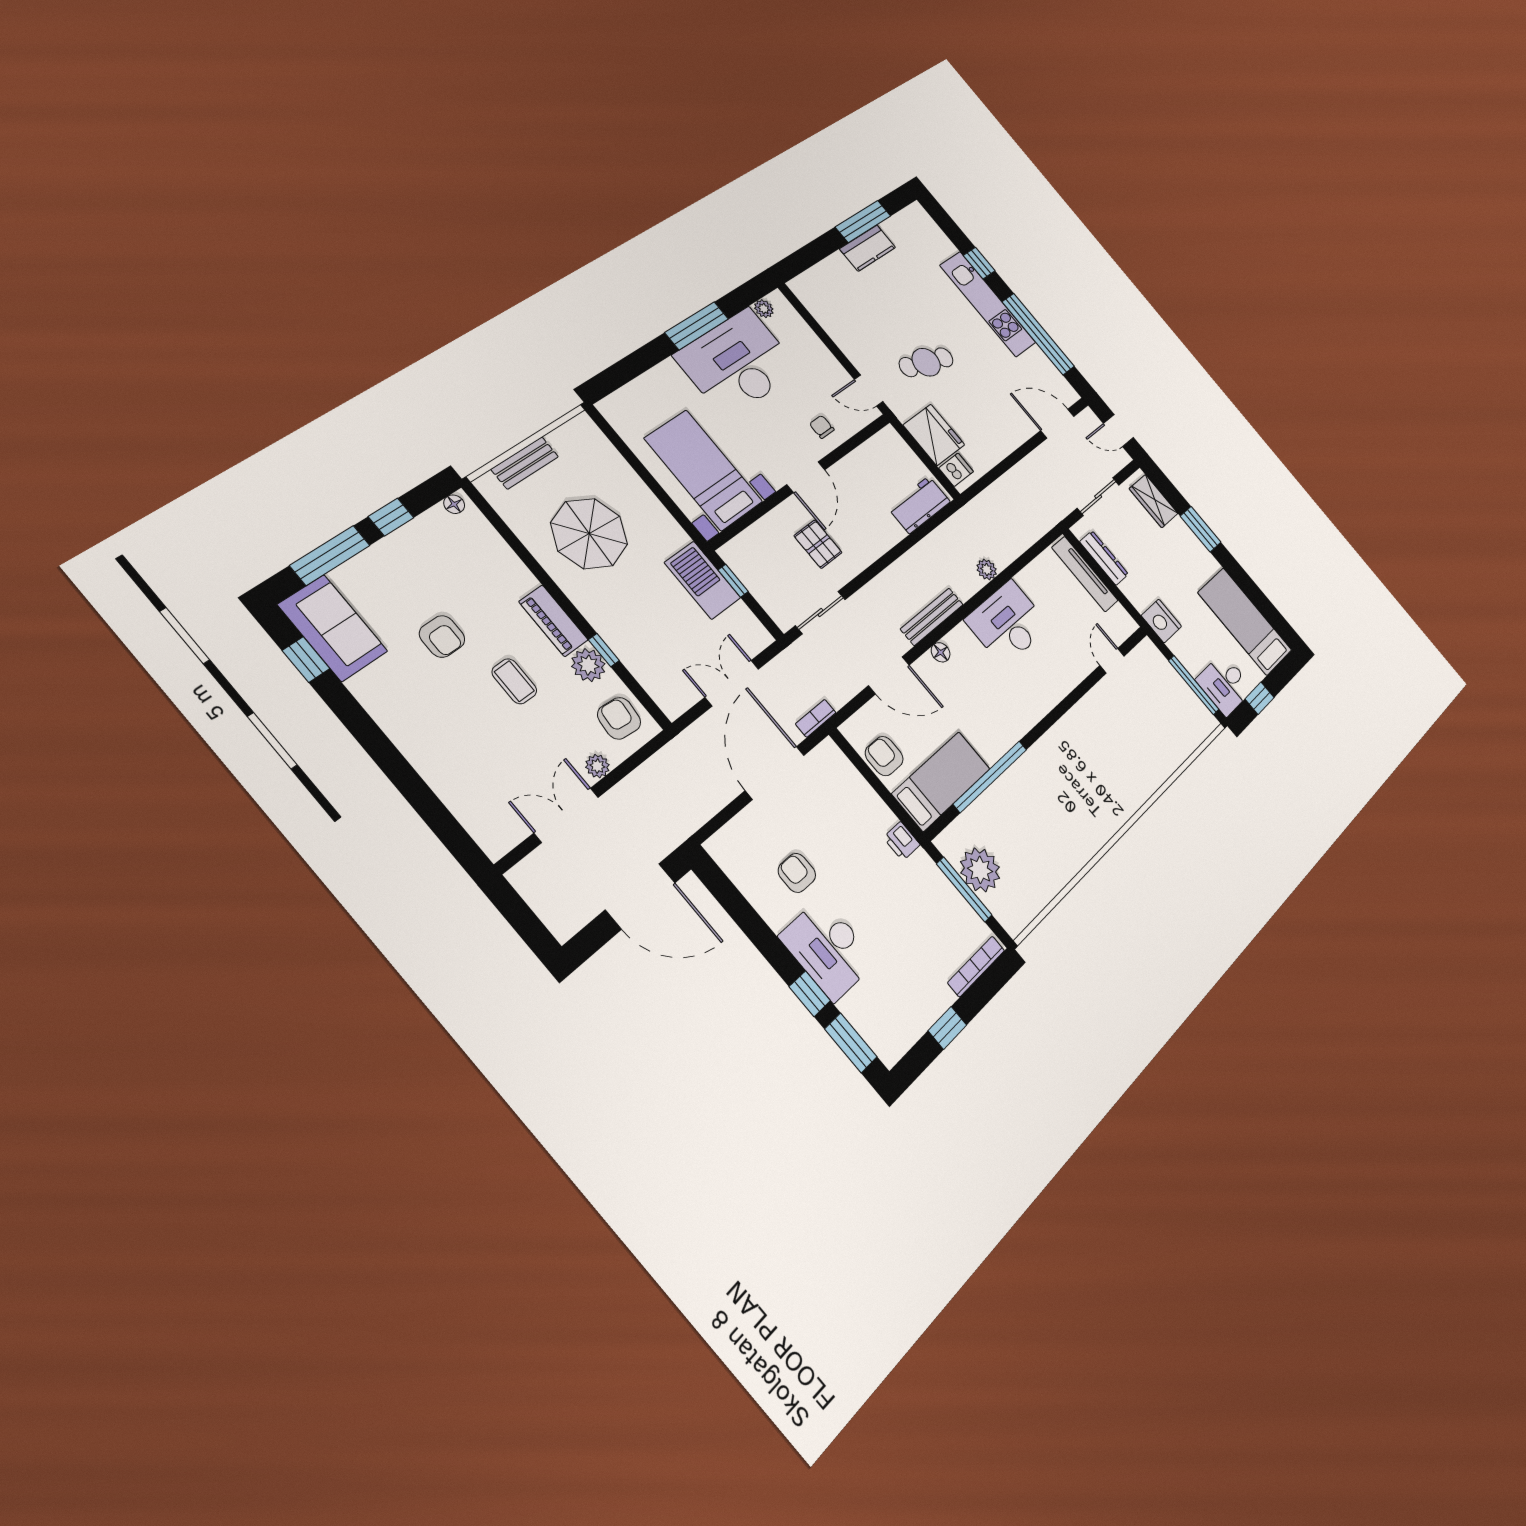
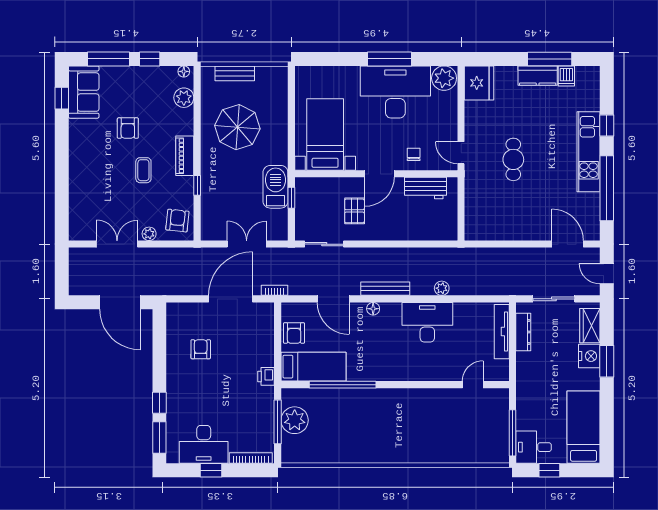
plant: (764, 309) -> (444, 78), width x1.88, depth x1.88
cafe table: (926, 362) -> (513, 159), turned 74
fridge: (934, 435) -> (479, 83), moved
dishwasher: (956, 470) -> (566, 76), moved, turned 90
workbench: (919, 505) -> (425, 188), moved, turned 180
nightstand: (1161, 621) -> (589, 356), moved, turned 180
plant: (588, 665) -> (184, 98), moved
armchair: (884, 756) -> (294, 333), turned 180
desk: (828, 949) -> (204, 444), moved, turned -90

